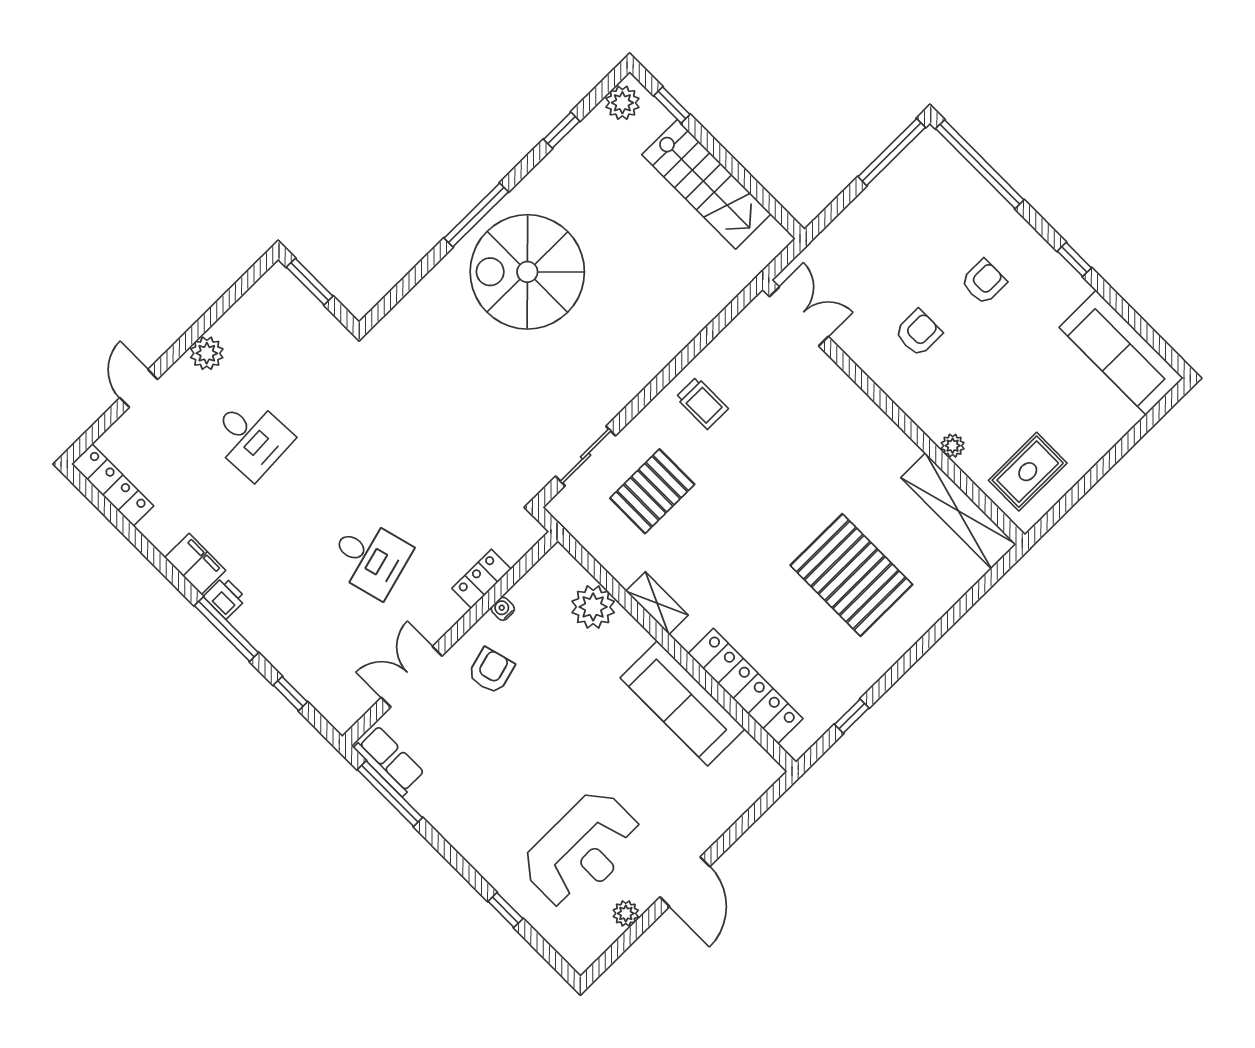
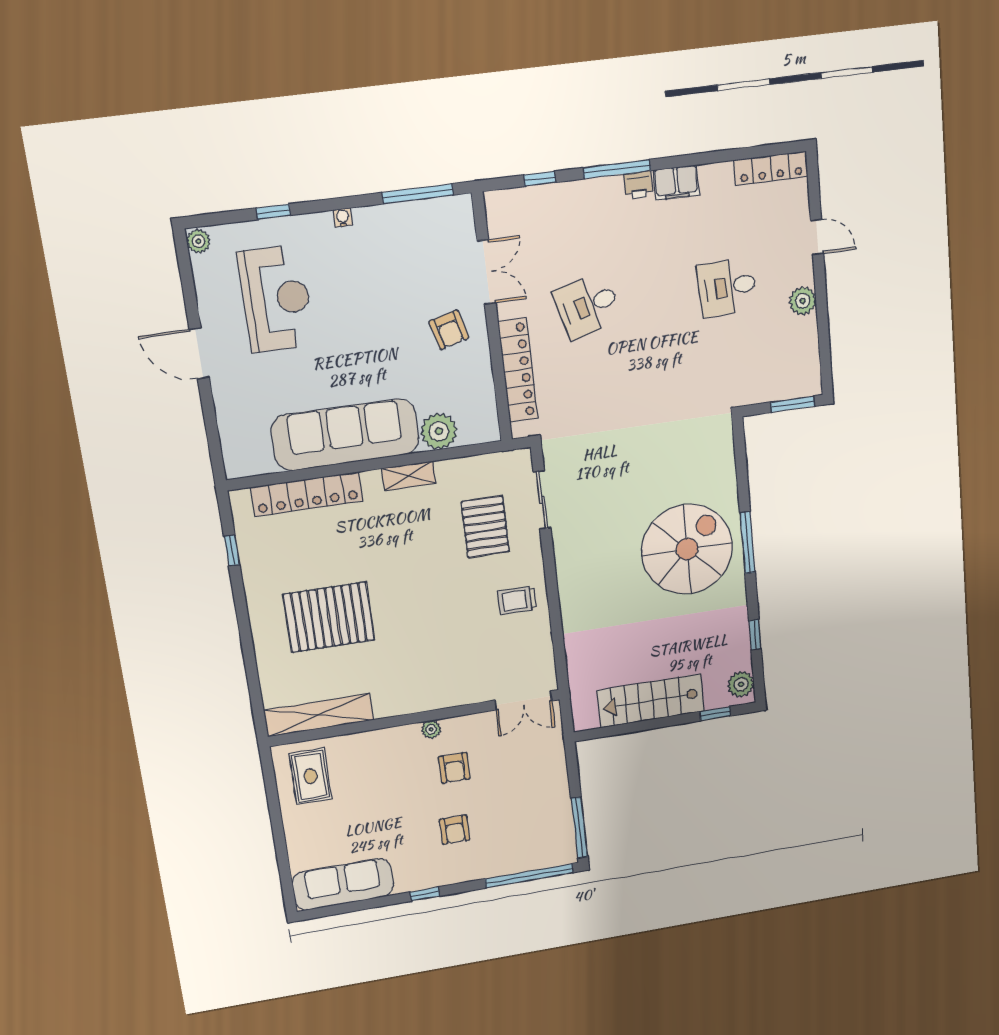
plant: (953, 446) -> (431, 729), moved
locker: (481, 579) -> (518, 370), width x2.16, depth x1.21
water cooler: (503, 609) -> (343, 218), moved, turned -90
sofa: (682, 703) -> (345, 435), width x1.36, depth x1.27
row of seats: (389, 761) -> (441, 211), removed
reception desk: (582, 850) -> (276, 299), turned 180
plant: (626, 913) -> (198, 241), moved

